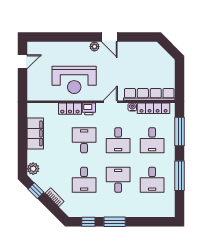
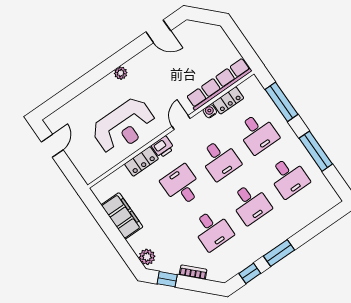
door: (109, 37) -> (158, 31), moved
locker: (154, 108) -> (228, 100), width x0.66
desk: (118, 180) -> (250, 203), turned 180

